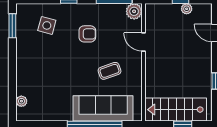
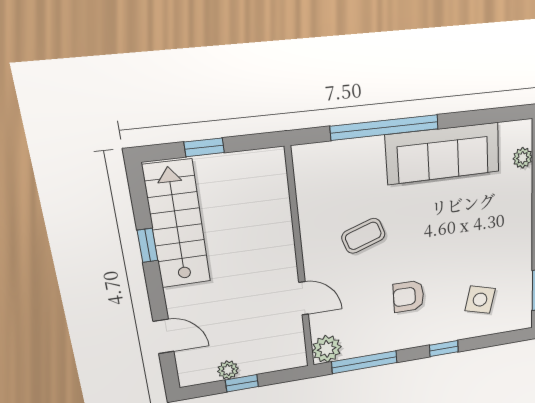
sofa: (103, 108) -> (443, 153), moved
stairs: (176, 110) -> (177, 224), moved, turned -90

